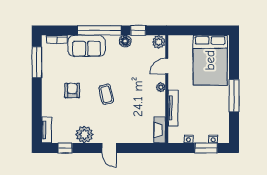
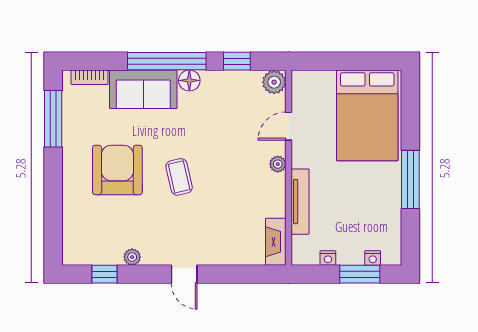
floor lamp: (125, 41) -> (189, 80), moved
armchair: (72, 90) -> (117, 170), width x1.88, depth x1.88
tv unit: (47, 130) -> (71, 242), removed
plant: (84, 134) -> (132, 257), width x0.53, depth x0.53

